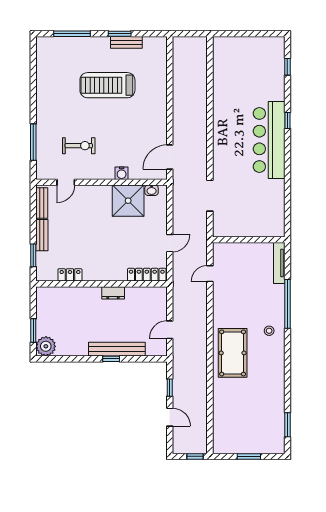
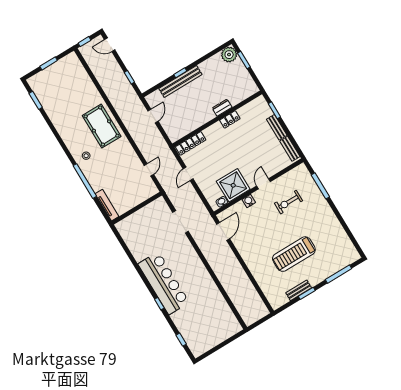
treadmill: (107, 85) -> (294, 254), turned 180
door: (66, 182) -> (263, 184), moved
locker: (70, 275) -> (230, 119), moved
dresser: (113, 293) -> (222, 108), moved
door: (170, 417) -> (110, 45), moved

